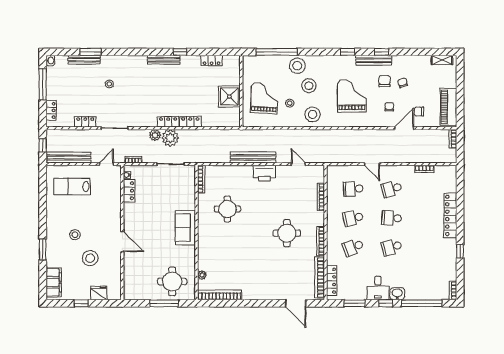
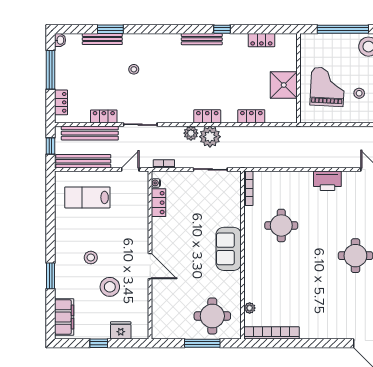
locker: (190, 122) -> (251, 116), moved
bench: (253, 157) -> (90, 133), moved

